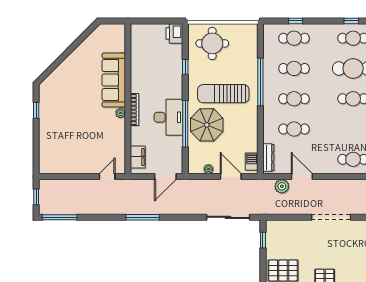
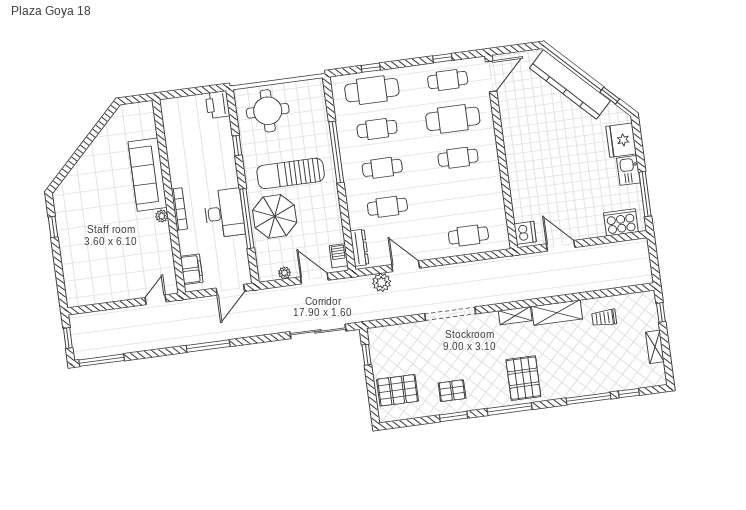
cafe table: (294, 38) -> (372, 90), width x1.37, depth x1.35

